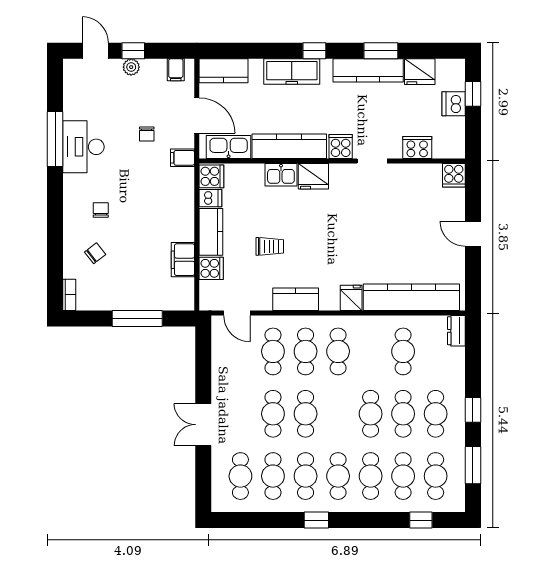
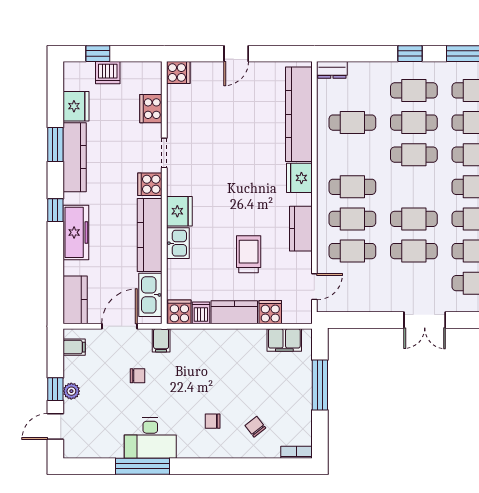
trolley: (270, 246) -> (249, 254), width x1.36, depth x1.39
filing cabinet: (183, 260) -> (284, 340), moved
fridge: (351, 298) -> (299, 178), width x1.38

